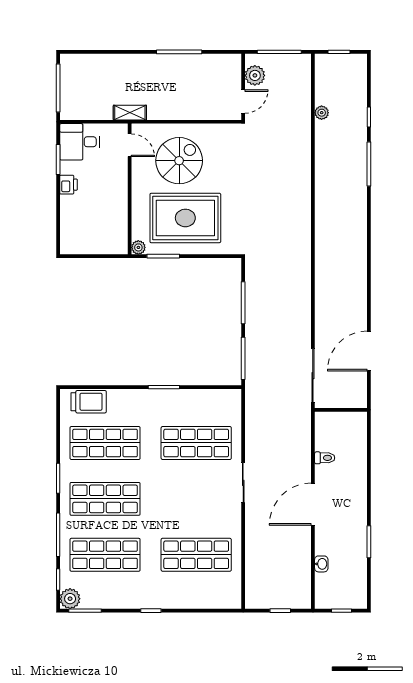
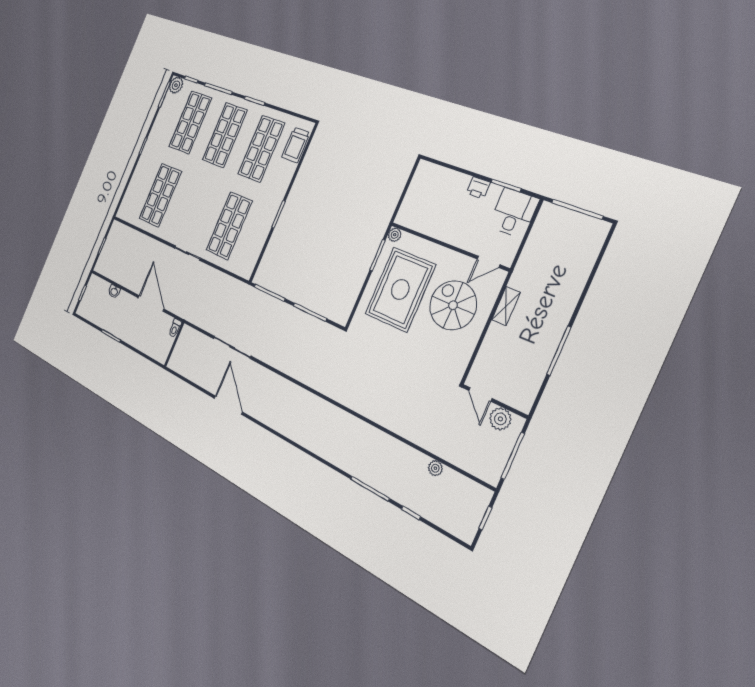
shelving: (130, 113) -> (506, 306), moved
spiral stairs: (179, 161) -> (453, 305), turned 180
wall: (341, 410) -> (174, 344), moved

